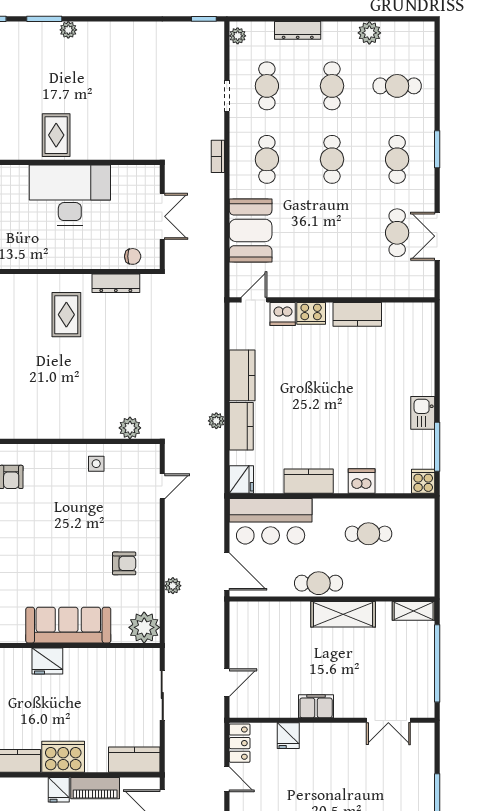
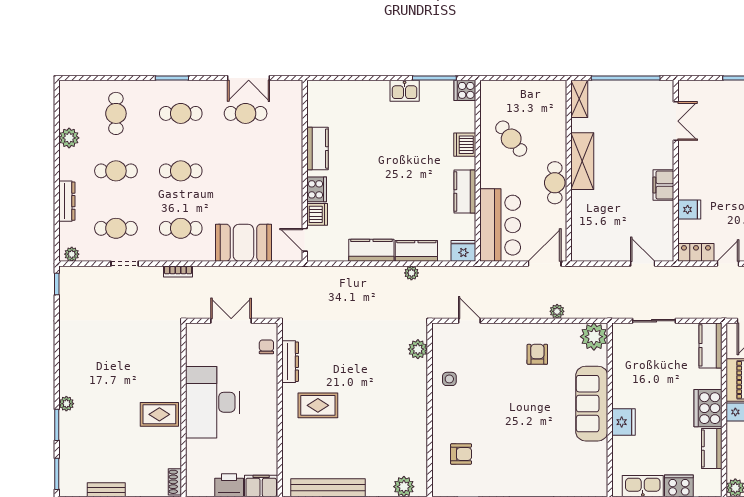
cafe table: (368, 534) -> (511, 139), turned -38

